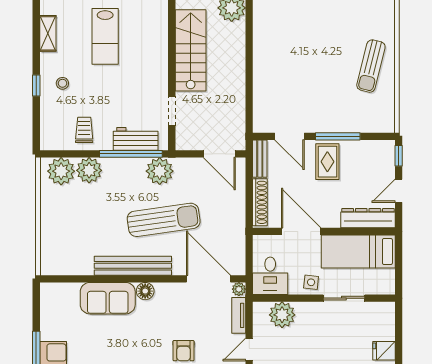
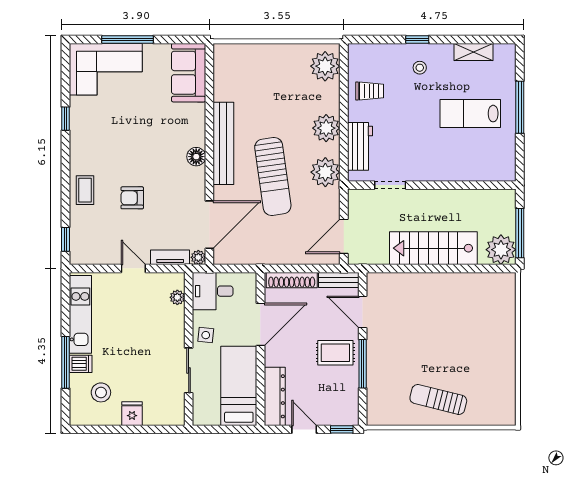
stairs: (191, 50) -> (433, 248), moved, turned 180
door: (290, 136) -> (363, 312), hinge flipped
window: (131, 154) -> (344, 141), removed
plant: (89, 170) -> (326, 128), moved
sofa: (108, 298) -> (189, 73), moved
plant: (282, 315) -> (177, 297), width x0.53, depth x0.53

